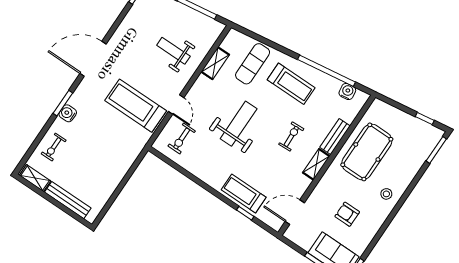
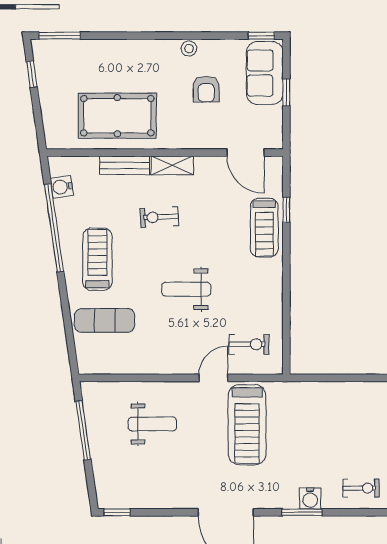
weight bench: (173, 51) -> (152, 424), turned -90
shelving: (215, 63) -> (134, 365), removed
weight bench: (239, 124) -> (186, 289), width x0.73, depth x0.75
stool: (386, 194) -> (189, 49), moved

